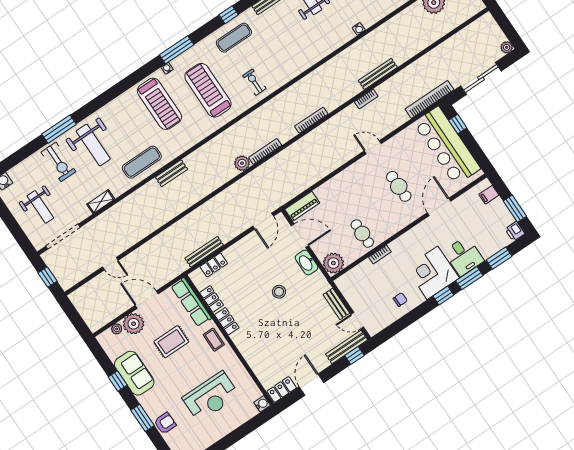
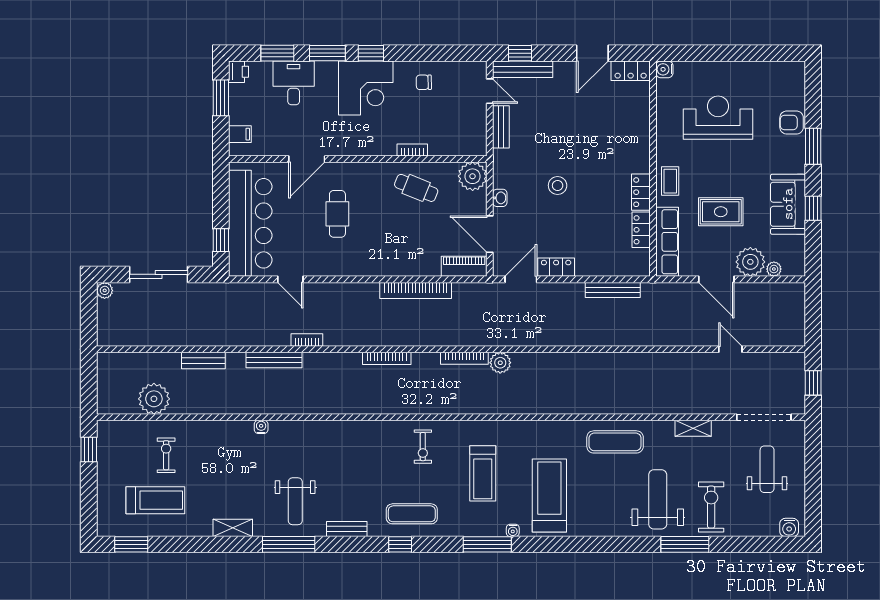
treadmill: (208, 90) -> (483, 473), width x0.73, depth x0.73
bookcase: (429, 99) -> (416, 290), moved
door: (373, 147) -> (290, 279), moved
bench: (171, 173) -> (203, 361), moved
cafe table: (362, 234) -> (416, 188), turned -68
desk: (464, 256) -> (294, 83), moved
washbasin: (307, 262) -> (500, 198), width x0.52, depth x0.69
locker: (214, 265) -> (556, 267), moved

